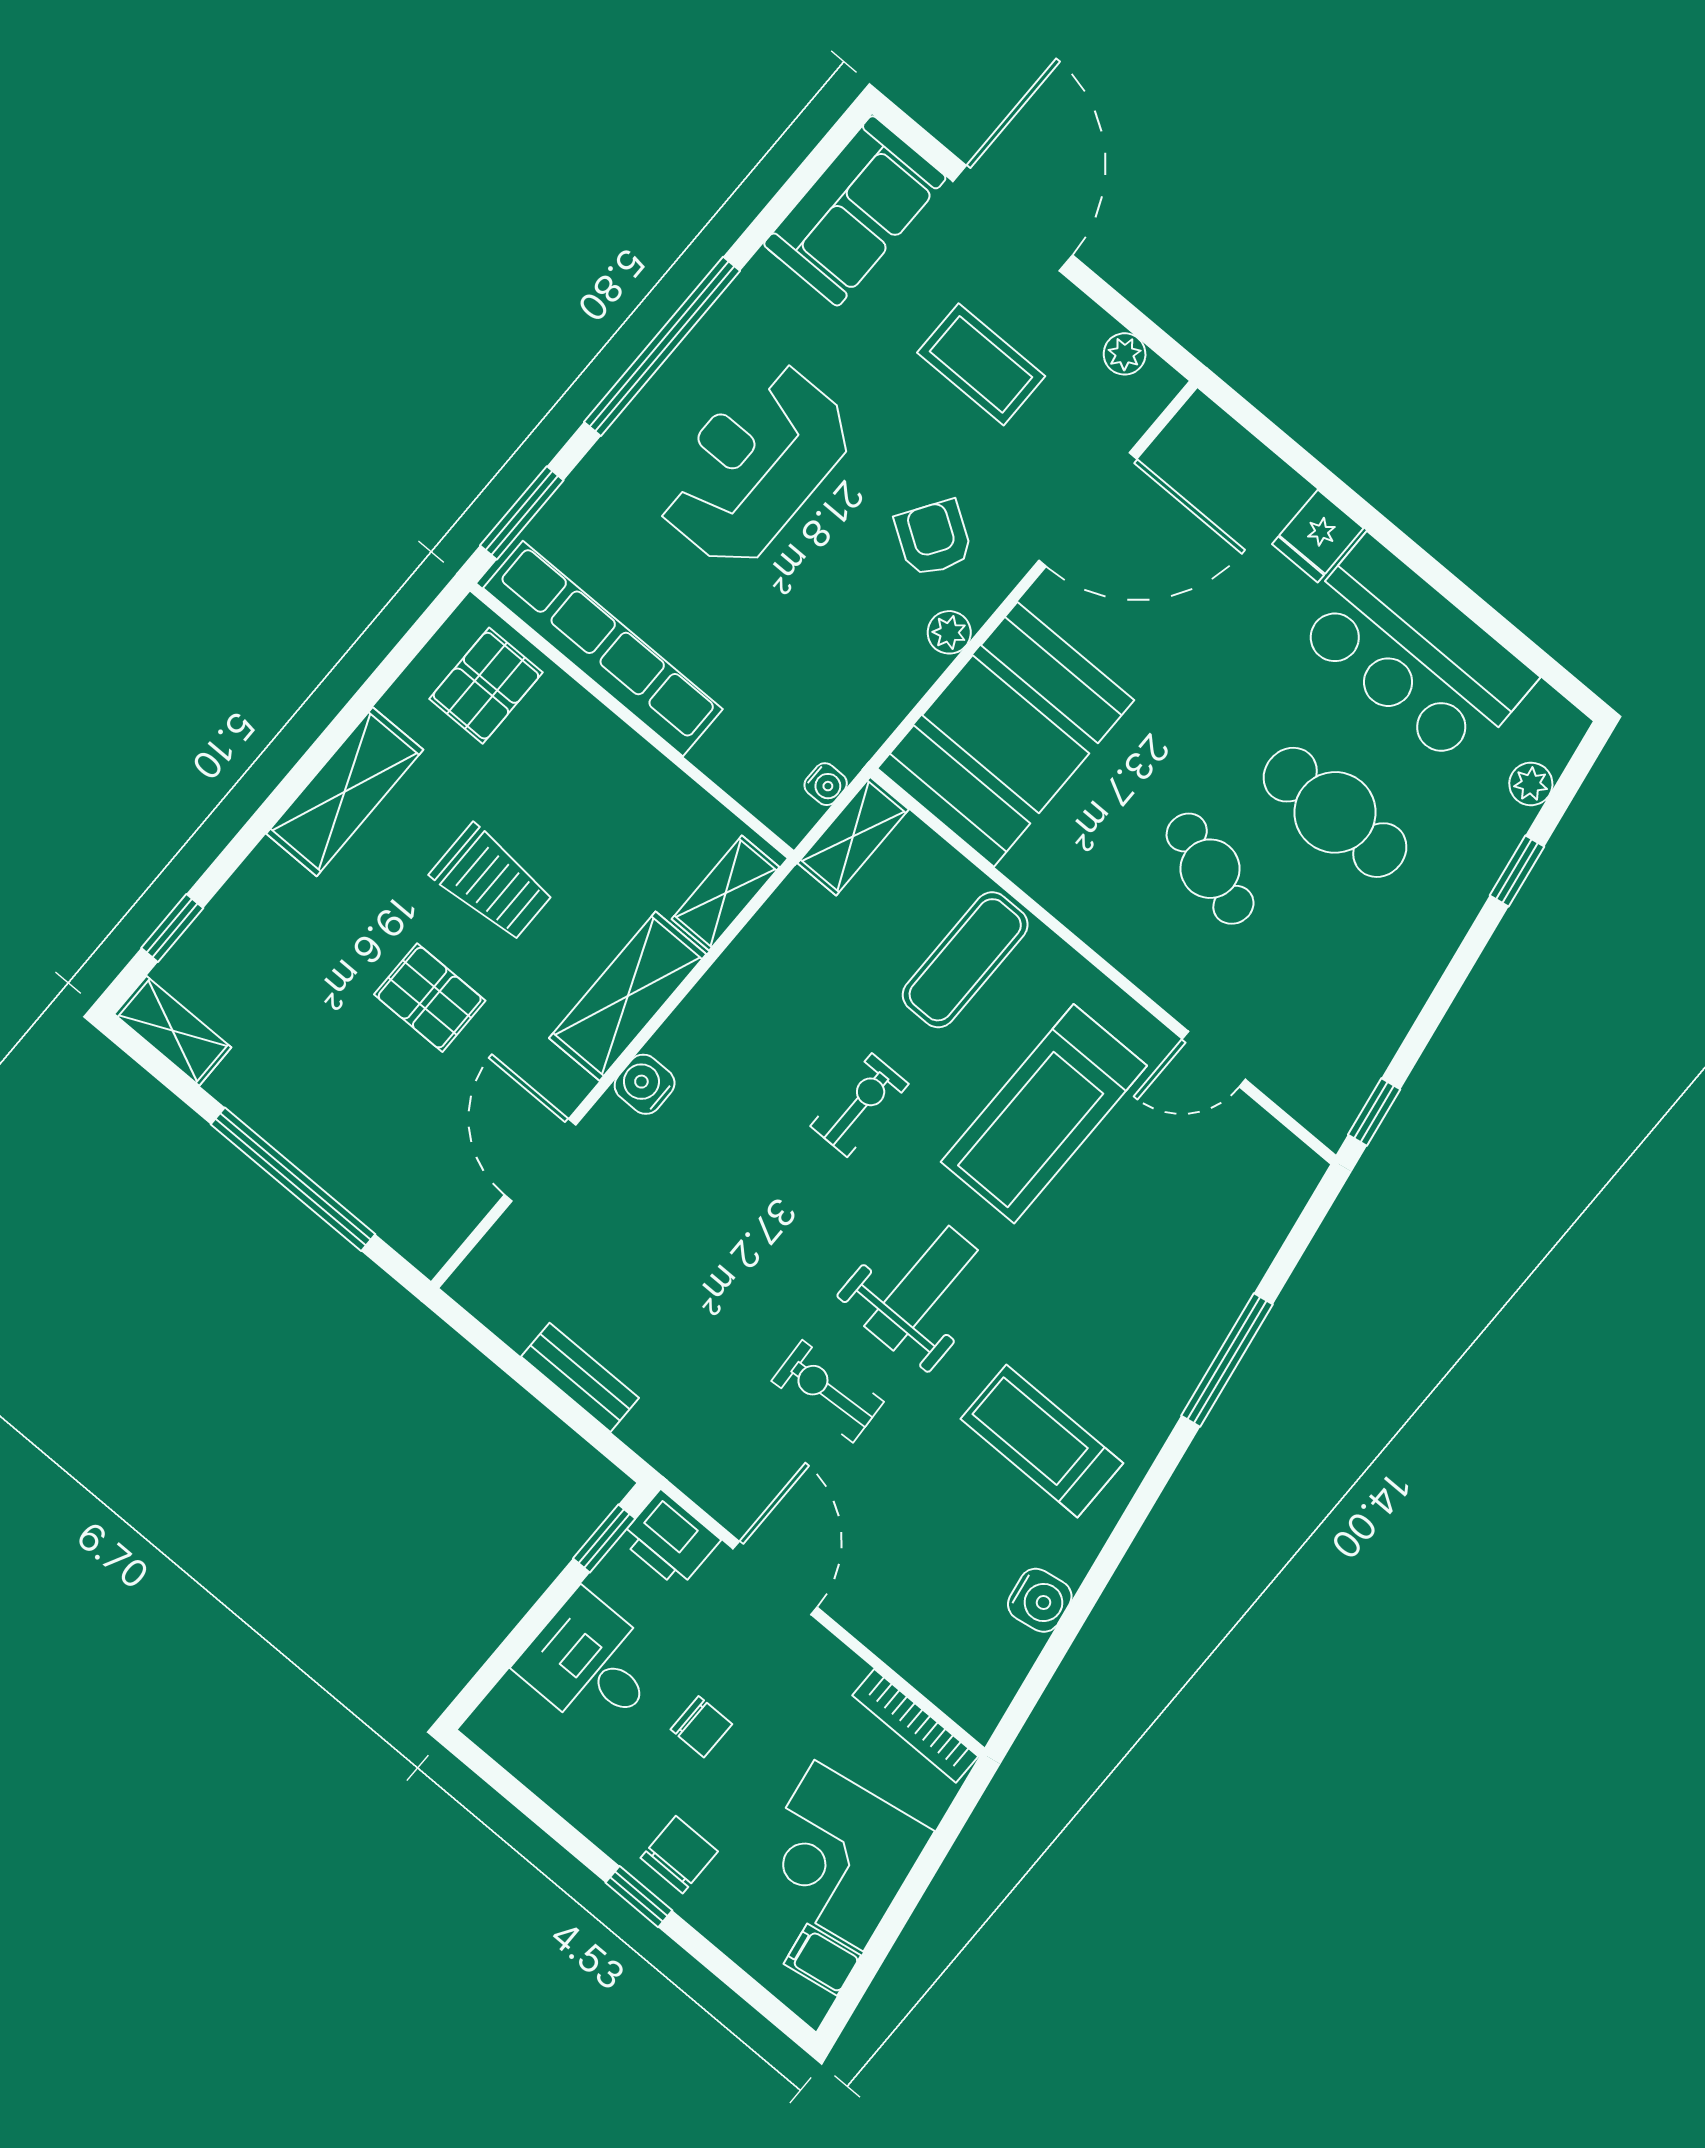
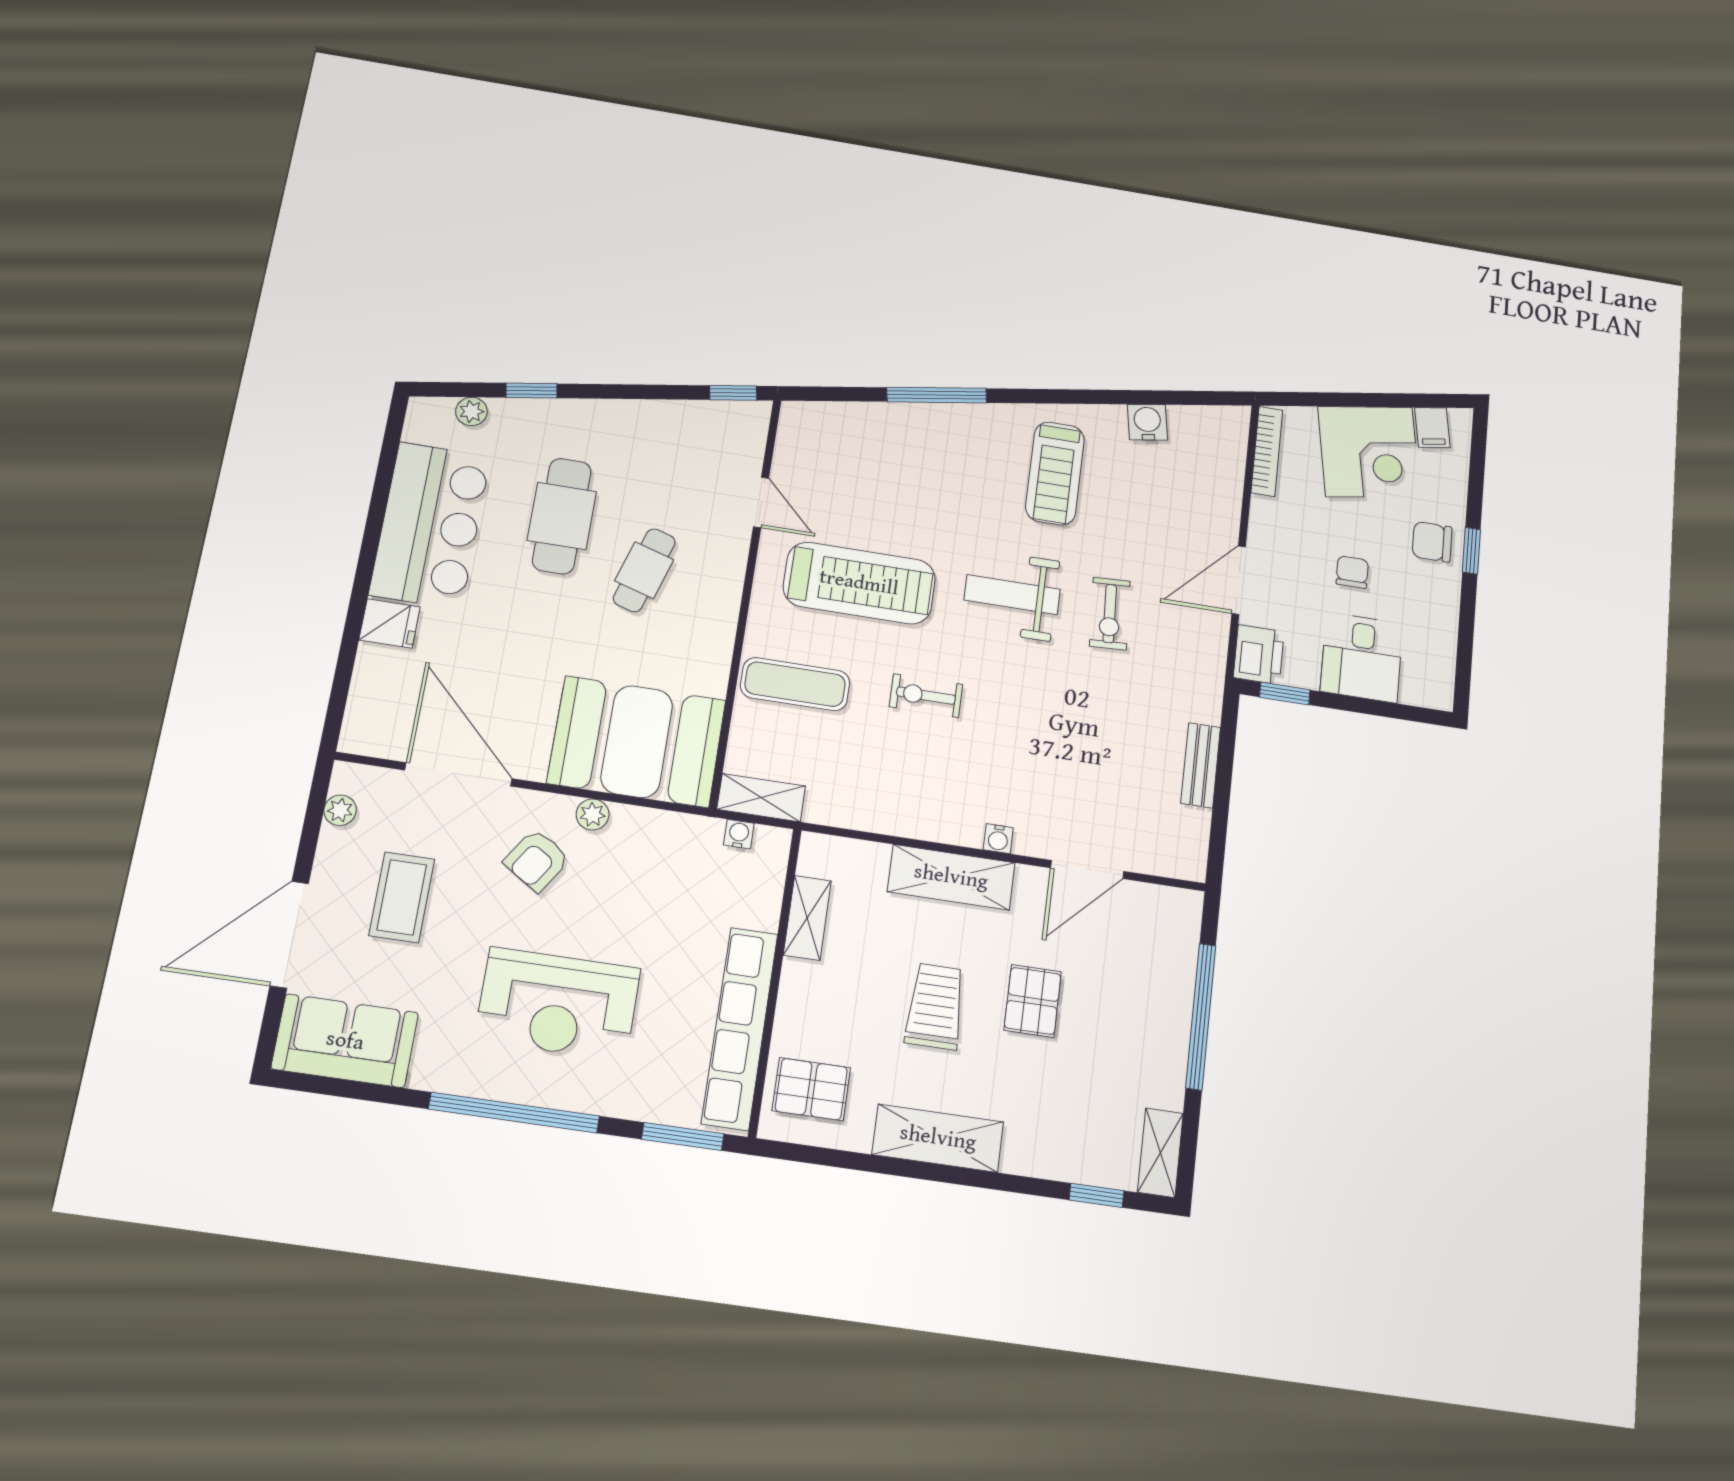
shelving: (726, 893) -> (807, 918), moved, turned 90
water cooler: (645, 1084) -> (998, 839), width x0.72, depth x0.72

